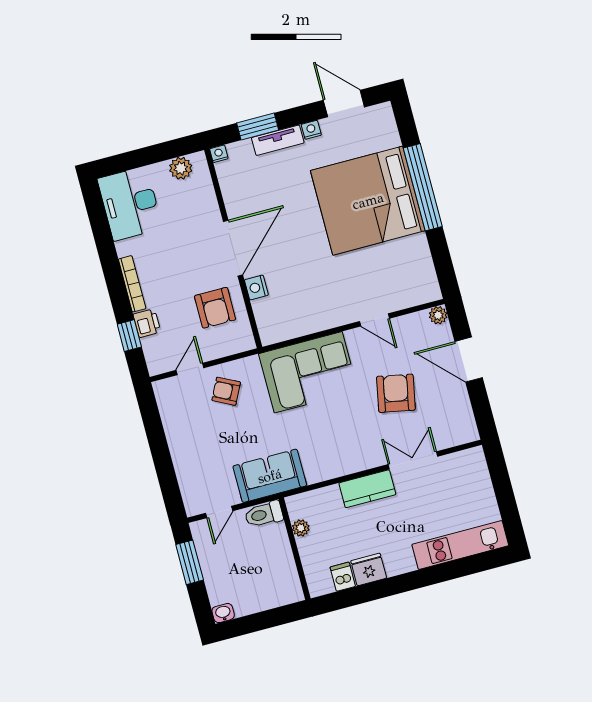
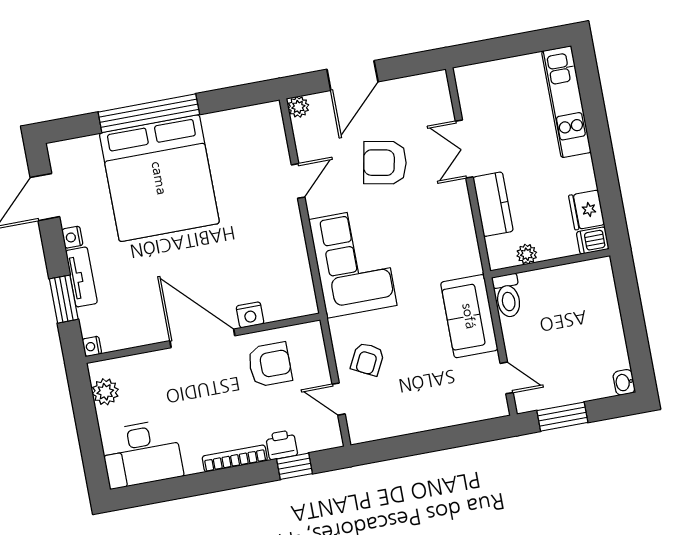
toilet: (264, 514) -> (508, 296), moved
plant: (301, 528) -> (527, 254), moved
wall: (294, 549) -> (550, 263), moved

